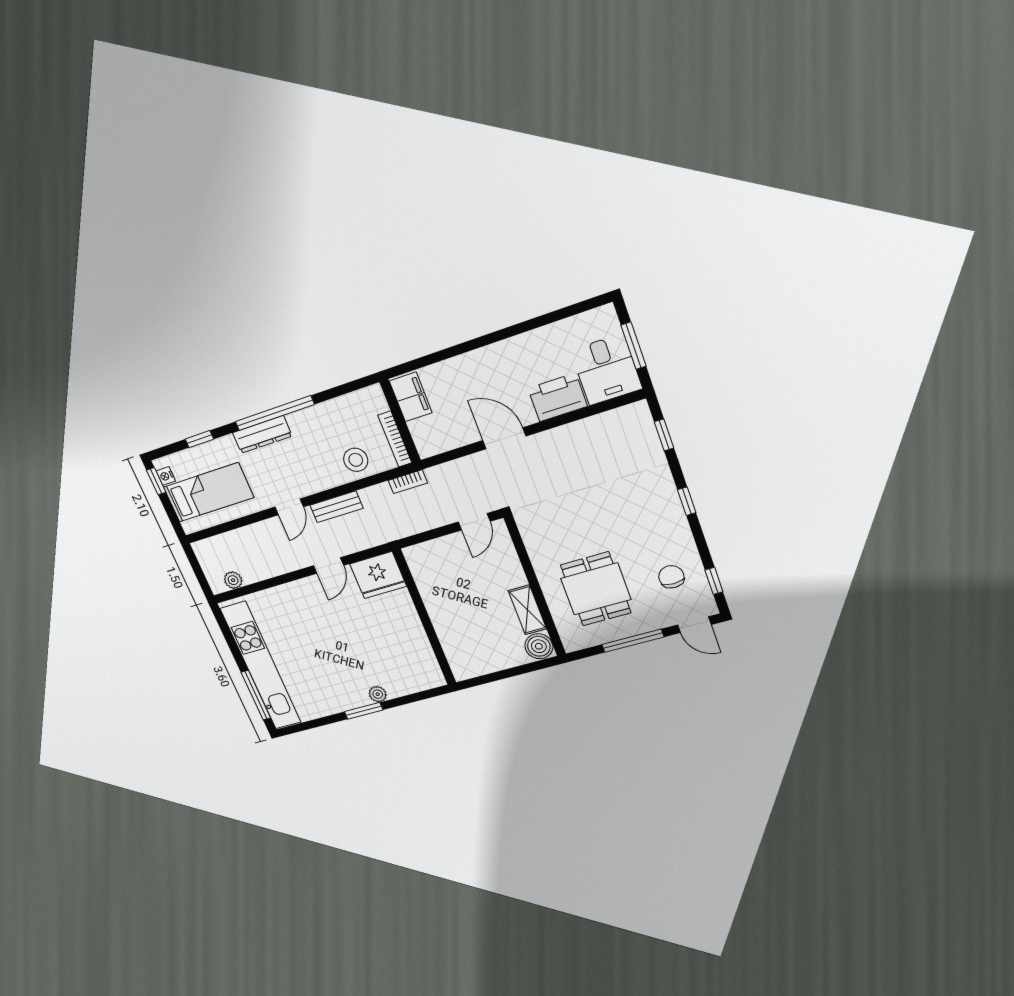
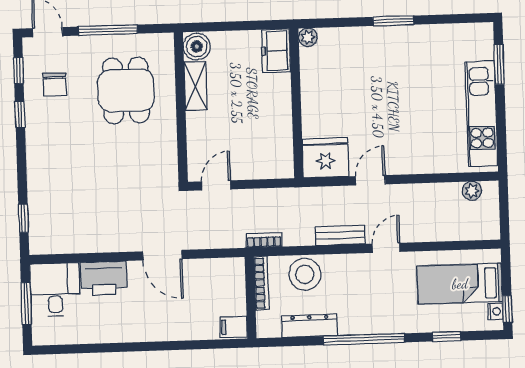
filing cabinet: (411, 397) -> (233, 327), width x0.50
dresser: (262, 434) -> (310, 326), moved
stool: (356, 460) -> (305, 274), width x1.38, depth x1.38
window: (687, 501) -> (20, 114), moved
freezer: (461, 660) -> (276, 51), added
kitchen unit: (261, 666) -> (481, 114), width x0.73
plant: (378, 694) -> (308, 37), moved
window: (256, 695) -> (499, 64), width x0.69

